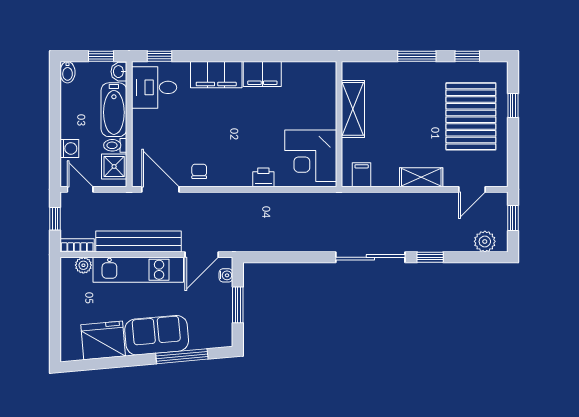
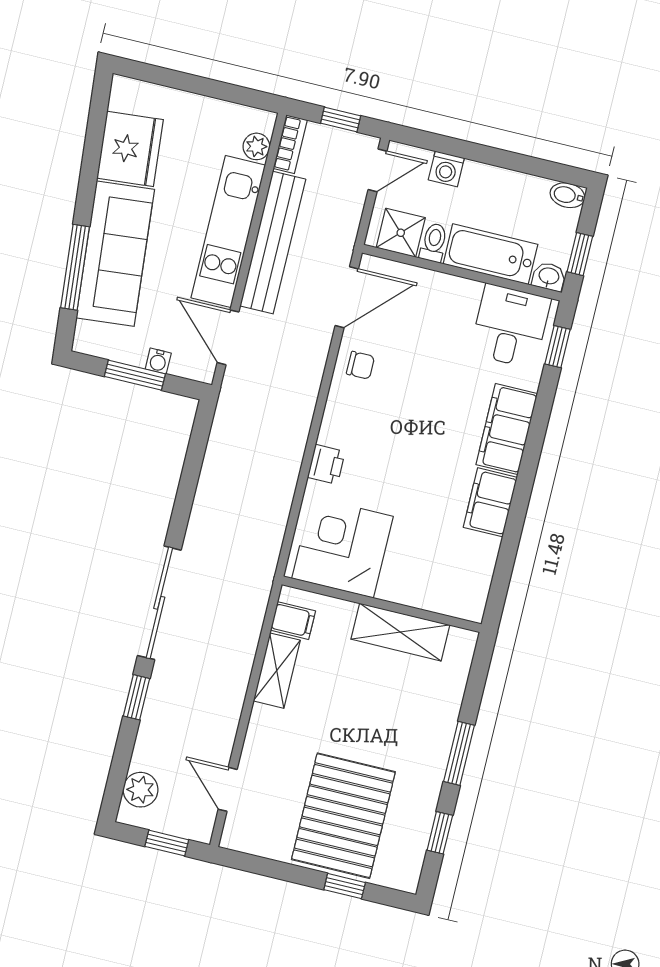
pallet: (471, 116) -> (343, 816), turned 90
shelving: (421, 177) -> (277, 671), moved
water cooler: (226, 275) -> (158, 361), moved
sofa: (157, 335) -> (115, 254), width x1.36

